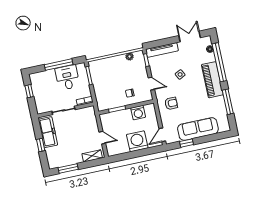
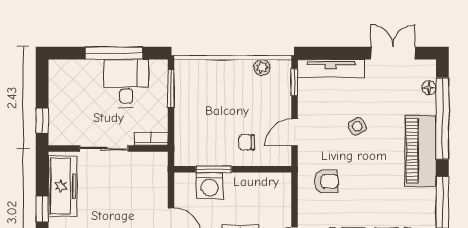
door: (151, 84) -> (295, 132), swing flipped
window: (29, 91) -> (42, 120), moved
washing machine: (138, 113) -> (210, 186), moved

